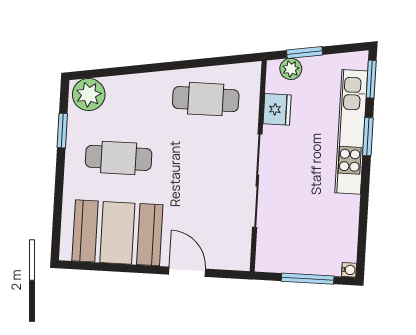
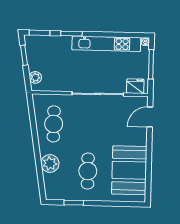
window: (305, 52) -> (24, 55), moved
plant: (89, 95) -> (50, 164), moved
fridge: (277, 109) -> (135, 86), moved
kitchen unit: (351, 132) -> (106, 44), moved
door: (187, 272) -> (150, 117), moved

